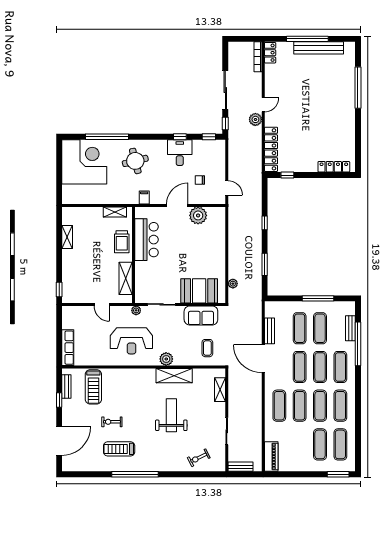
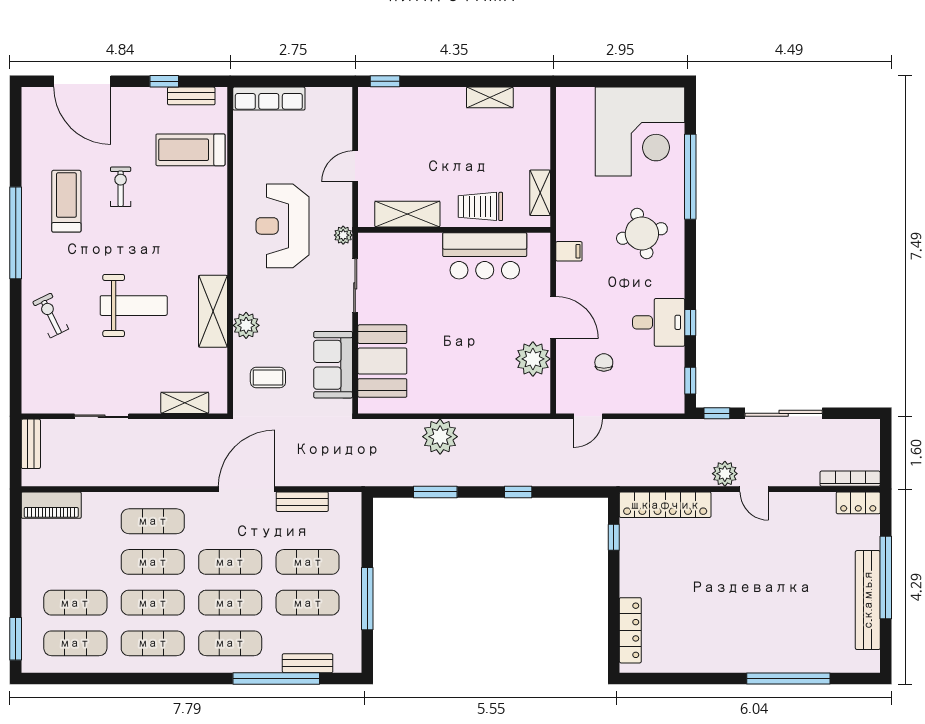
plant: (233, 284) -> (440, 437), moved, width x1.88, depth x1.88
plant: (166, 359) -> (246, 325), moved
exercise bike: (199, 458) -> (51, 315), moved

